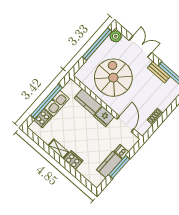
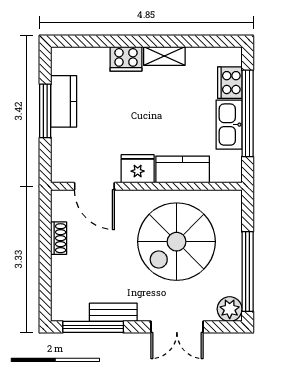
spiral stairs: (113, 78) -> (177, 242), turned 90
dishwasher: (122, 152) -> (63, 138), removed

